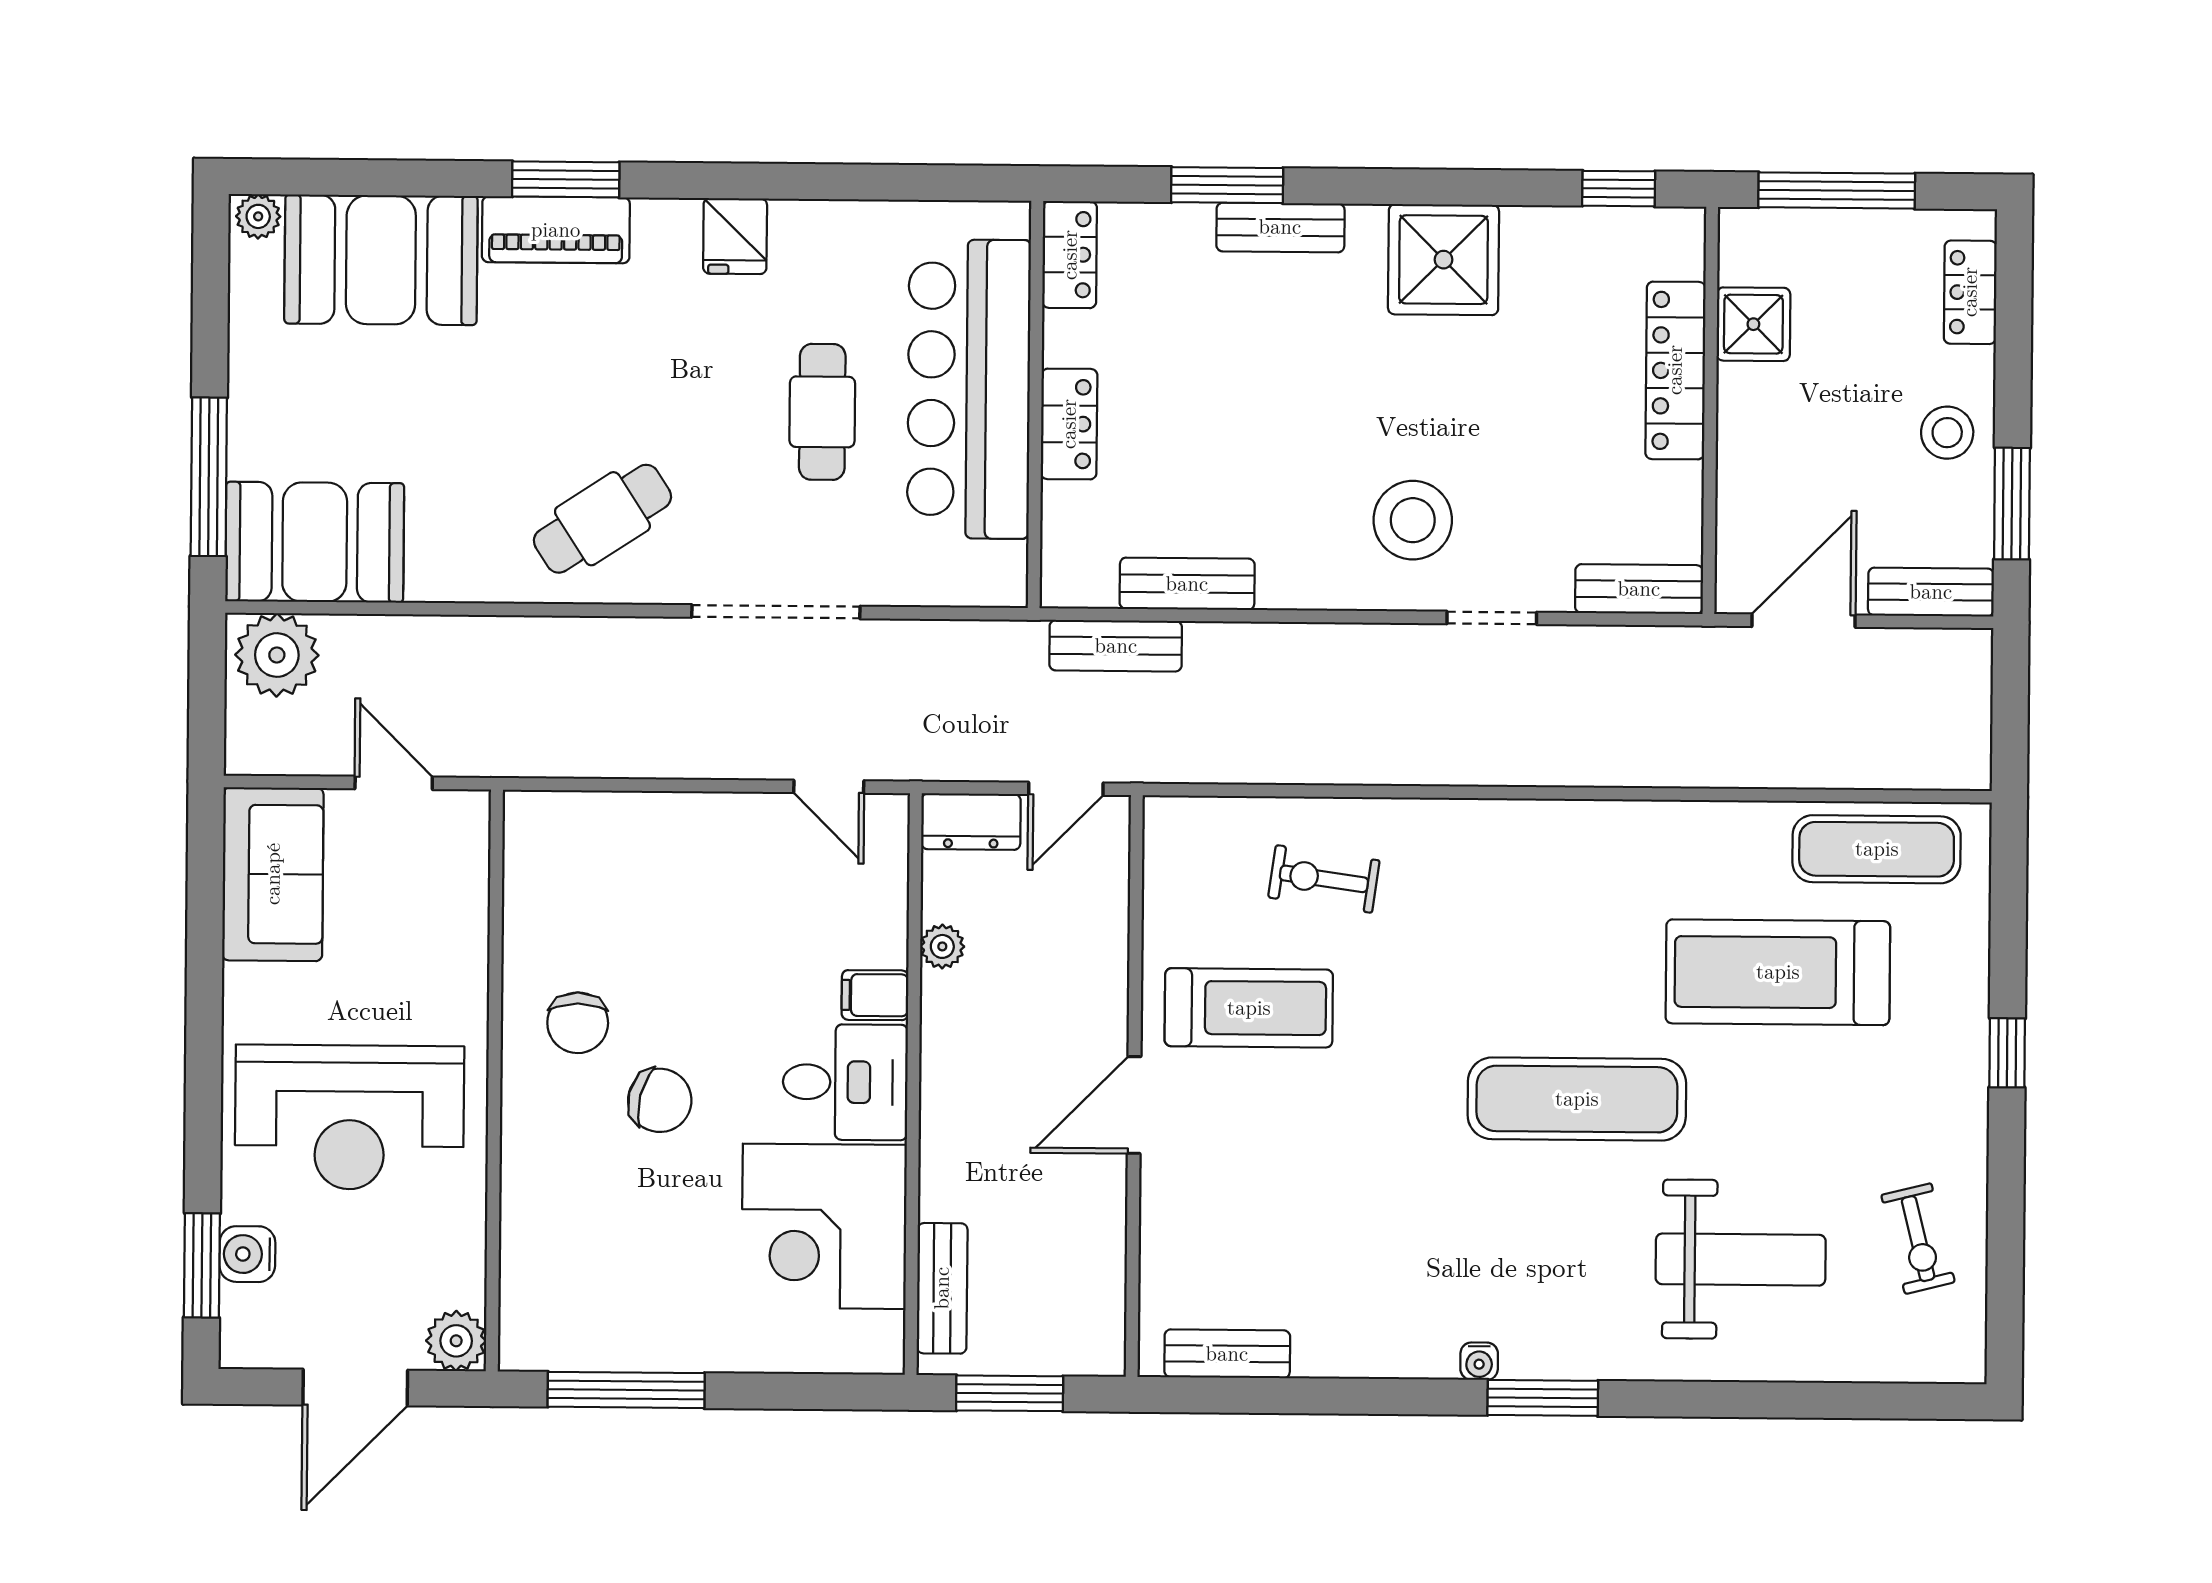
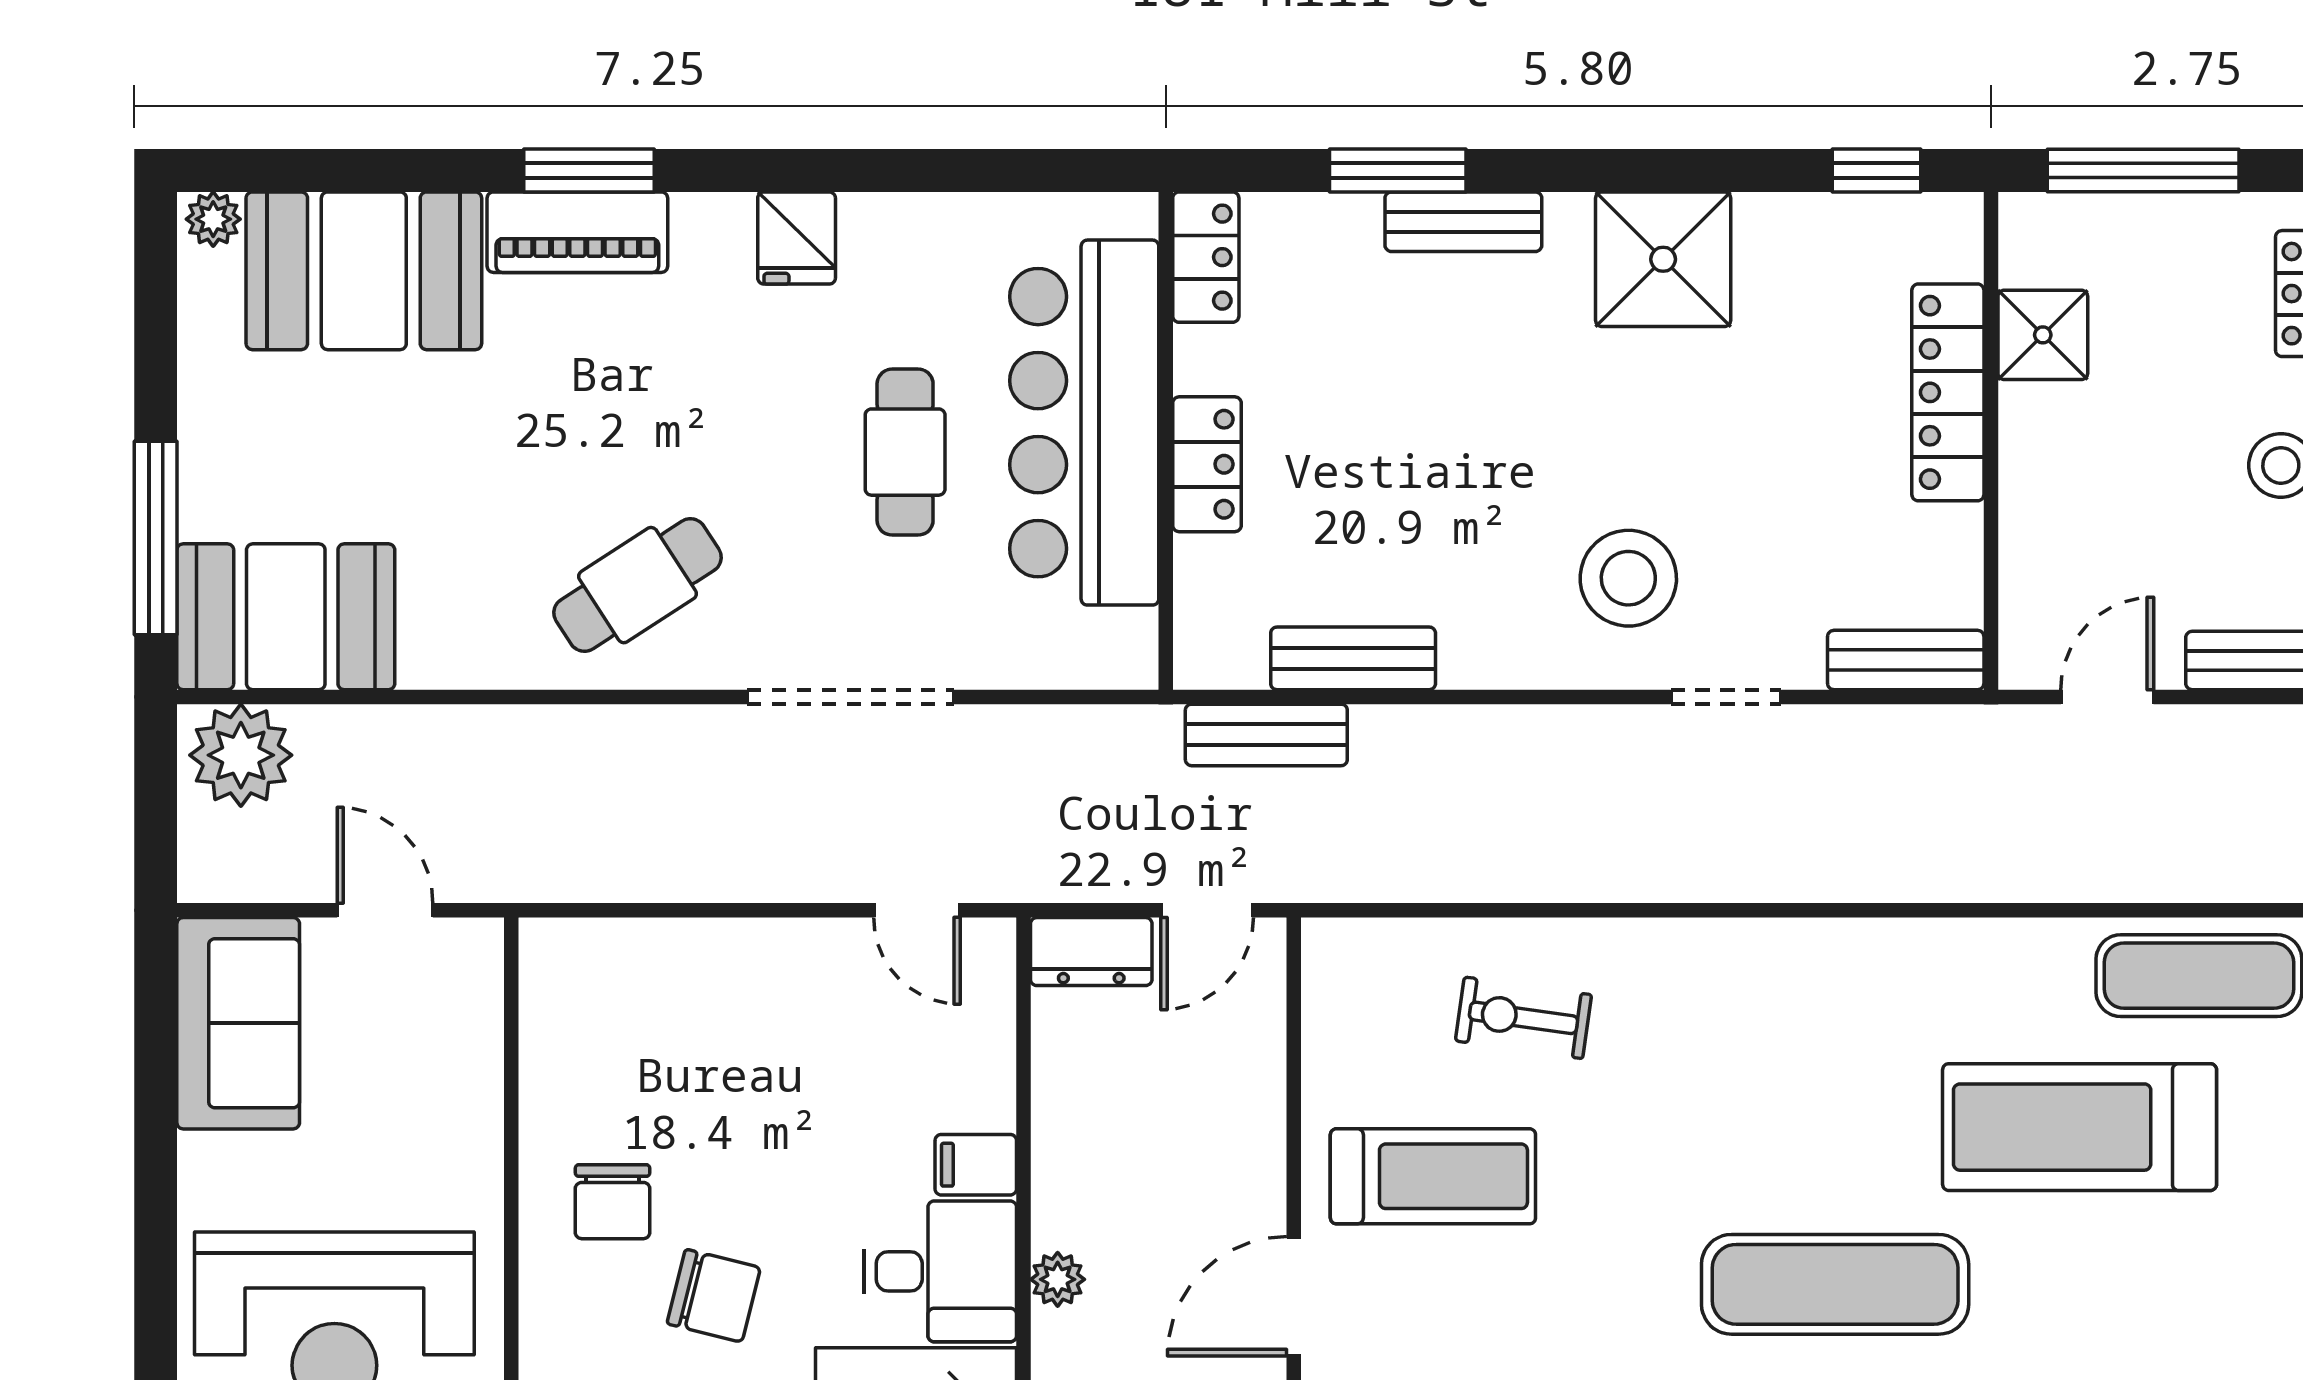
door: (1804, 621) -> (2107, 697), width x0.73
plant: (942, 946) -> (1058, 1279), moved

